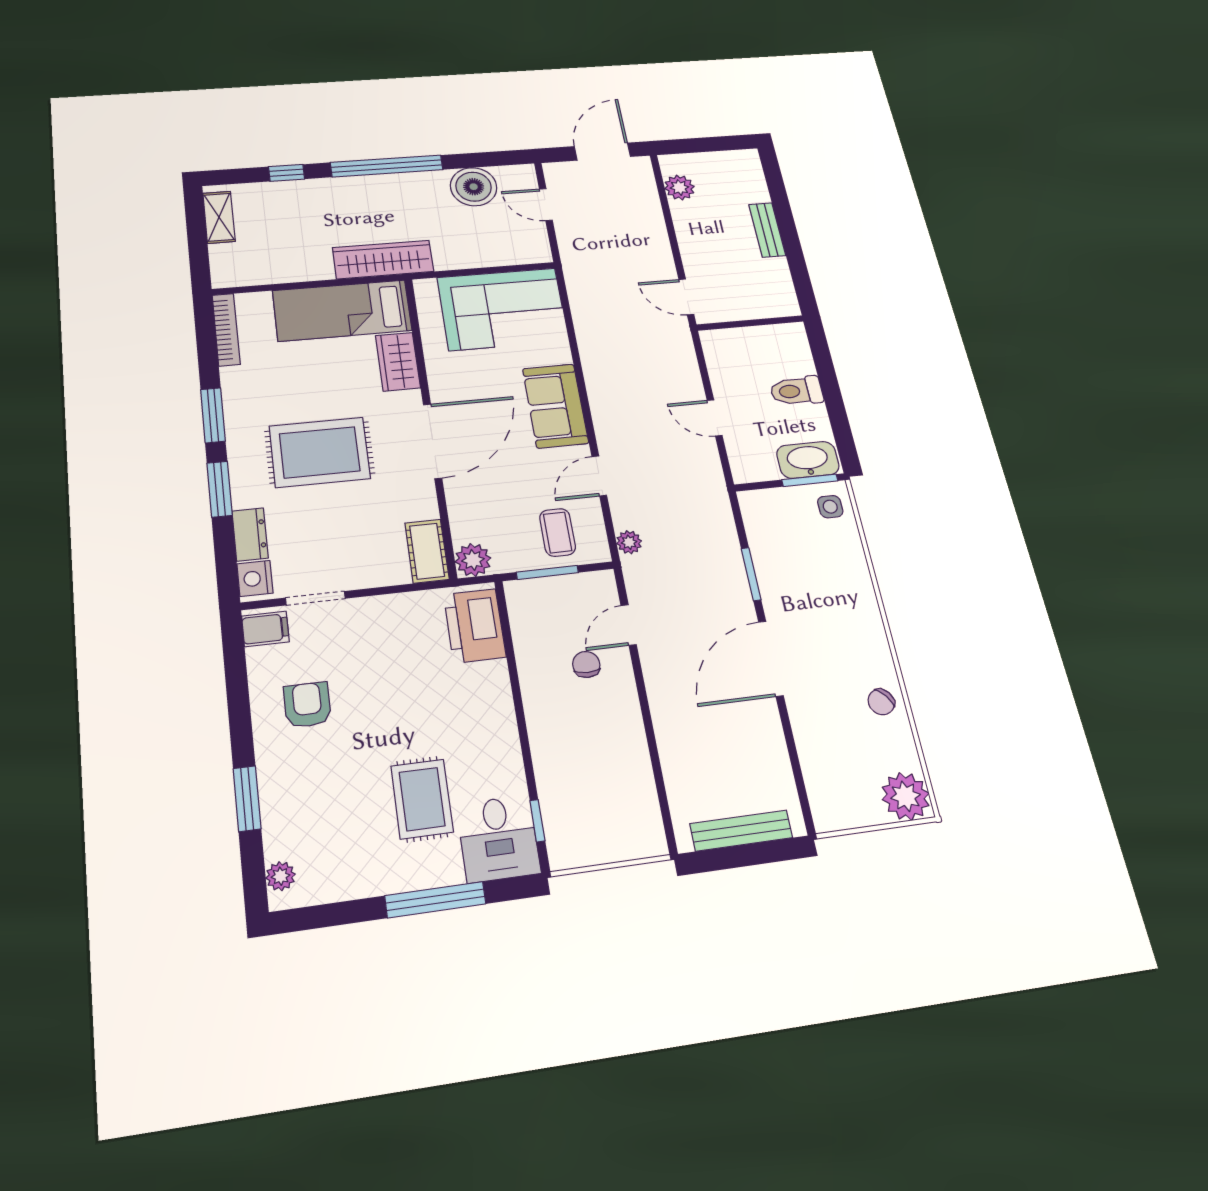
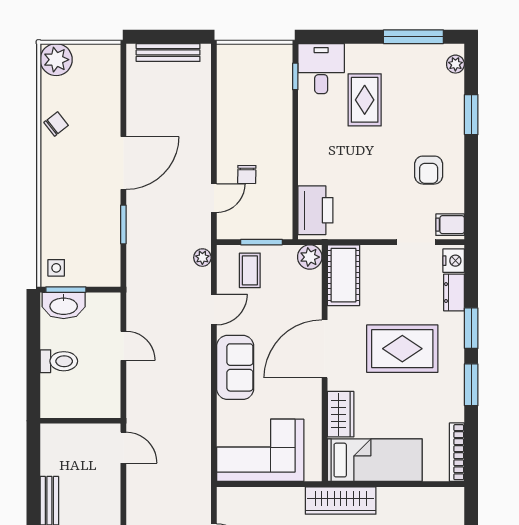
cot: (427, 551) -> (344, 275), width x1.37, depth x1.34
window: (435, 900) -> (413, 37), moved

